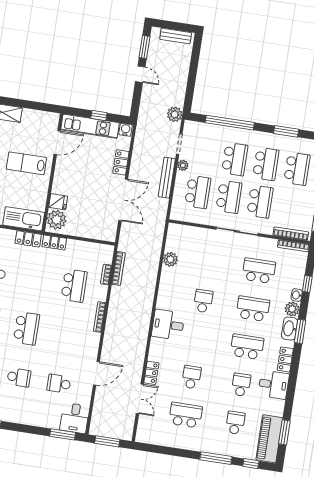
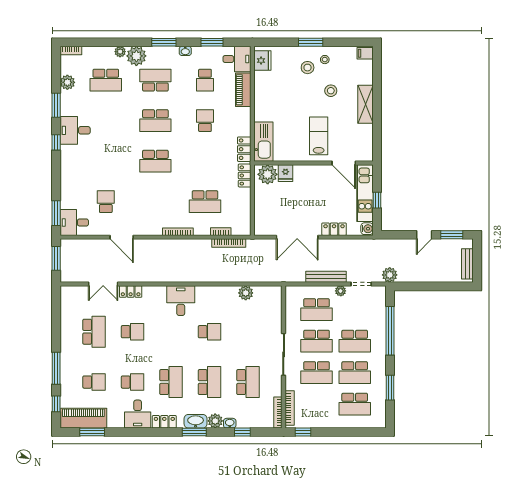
school desk: (19, 377) -> (106, 161), removed

